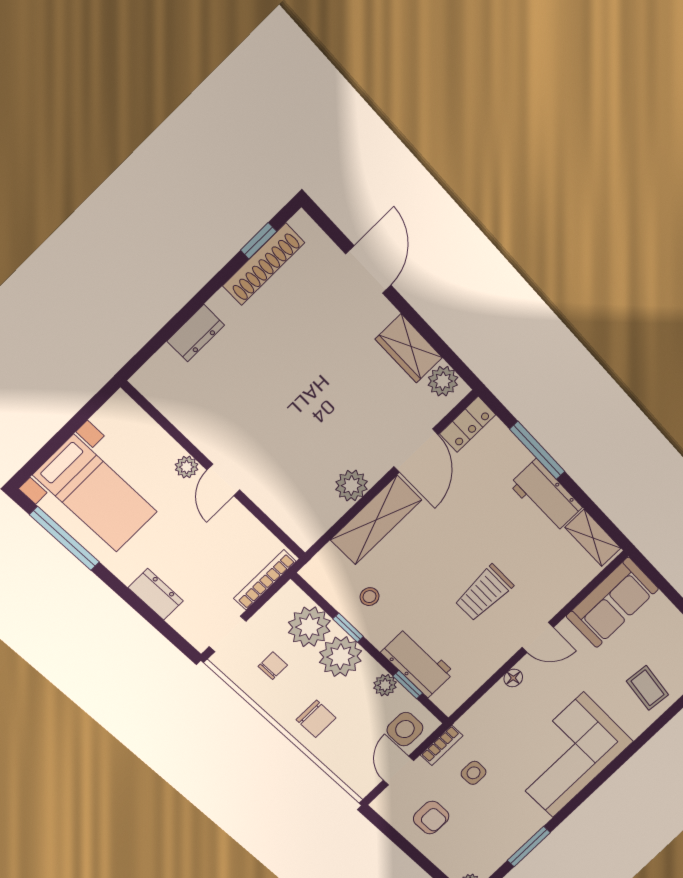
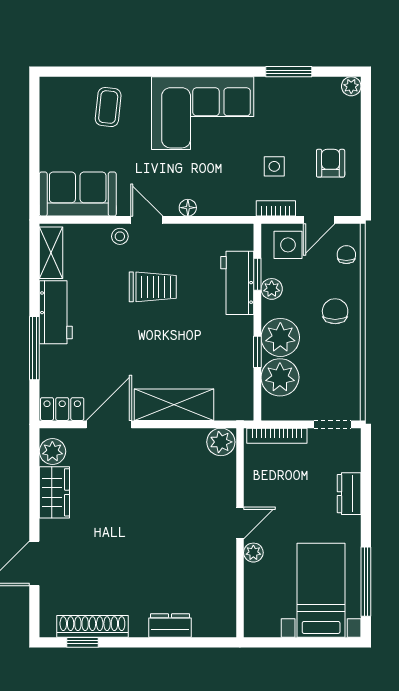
plant: (351, 486) -> (221, 442), moved
stool: (370, 597) -> (120, 236), moved
chair: (273, 666) -> (346, 255), moved, turned 90

